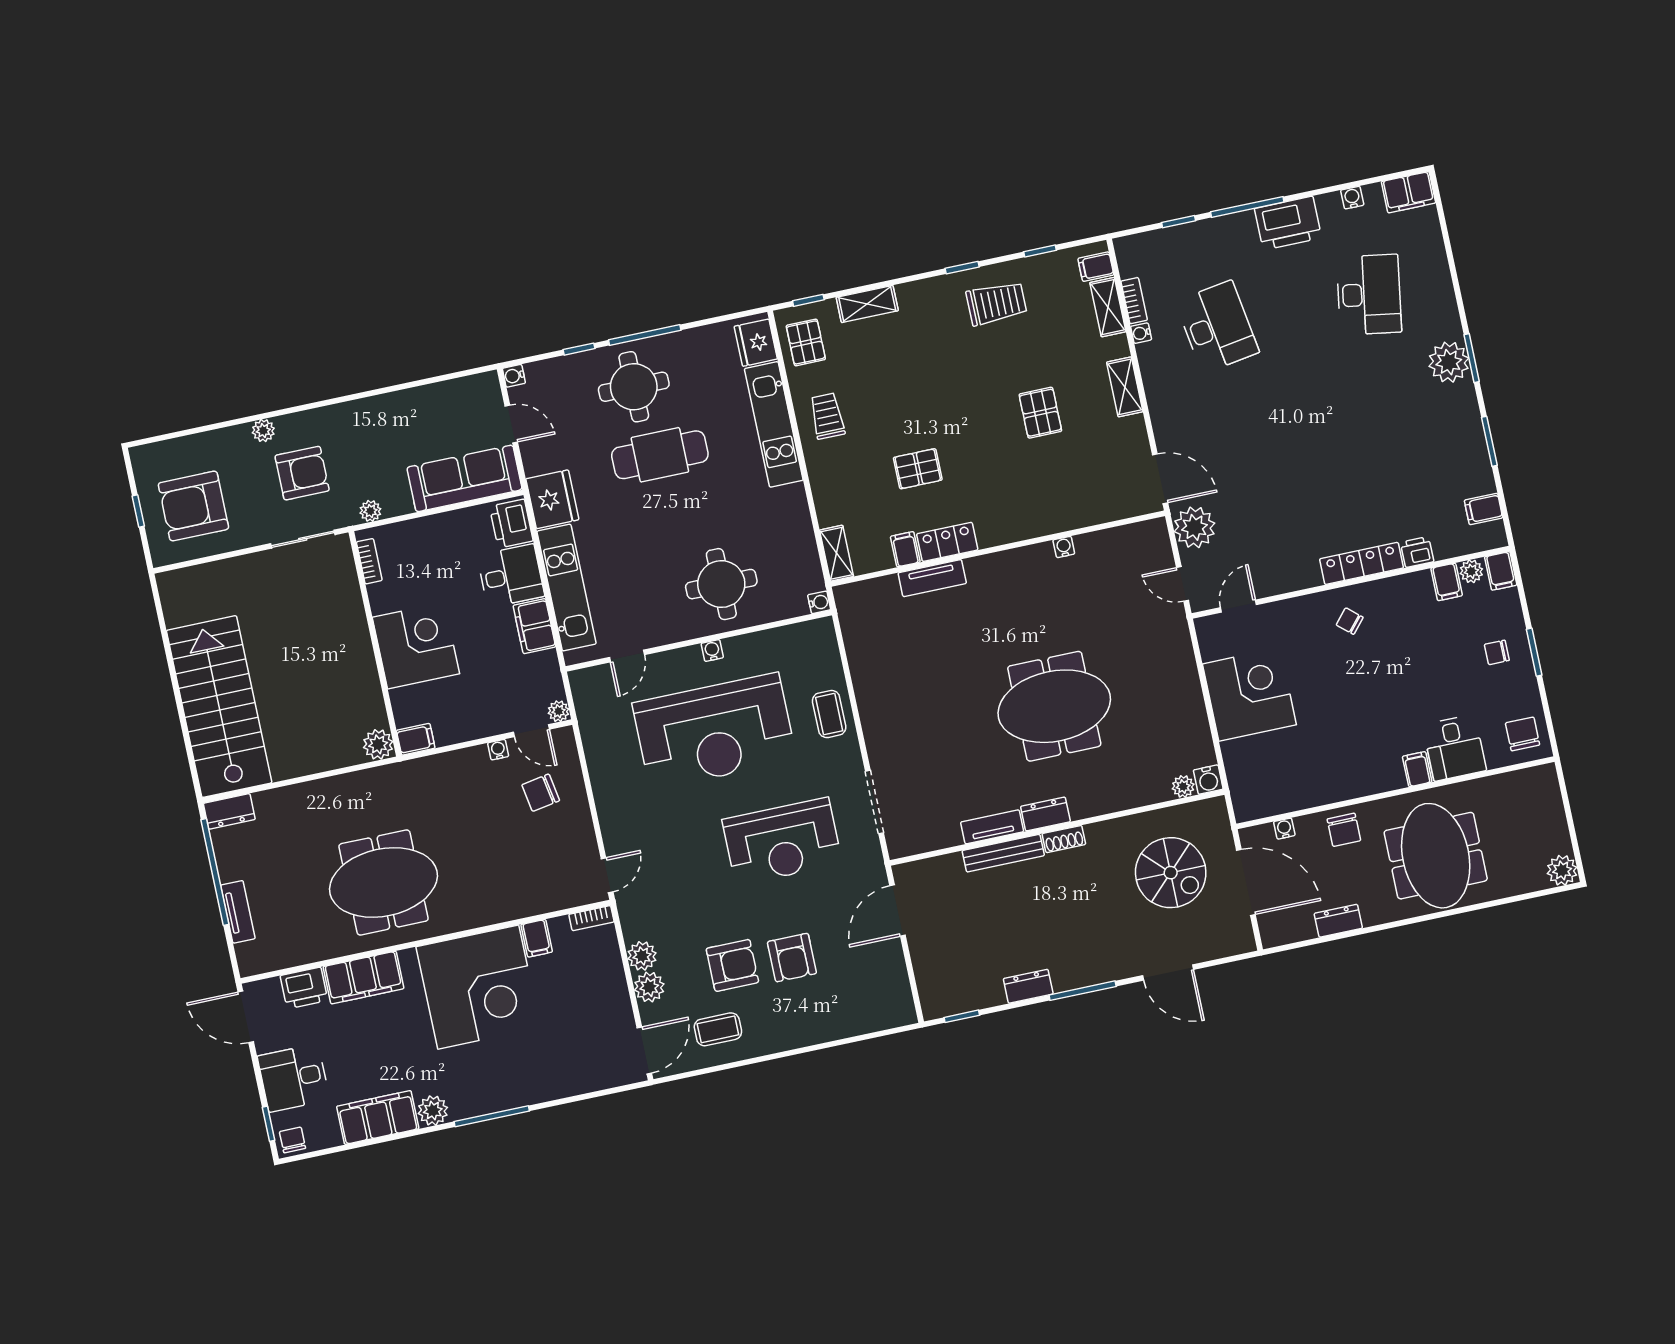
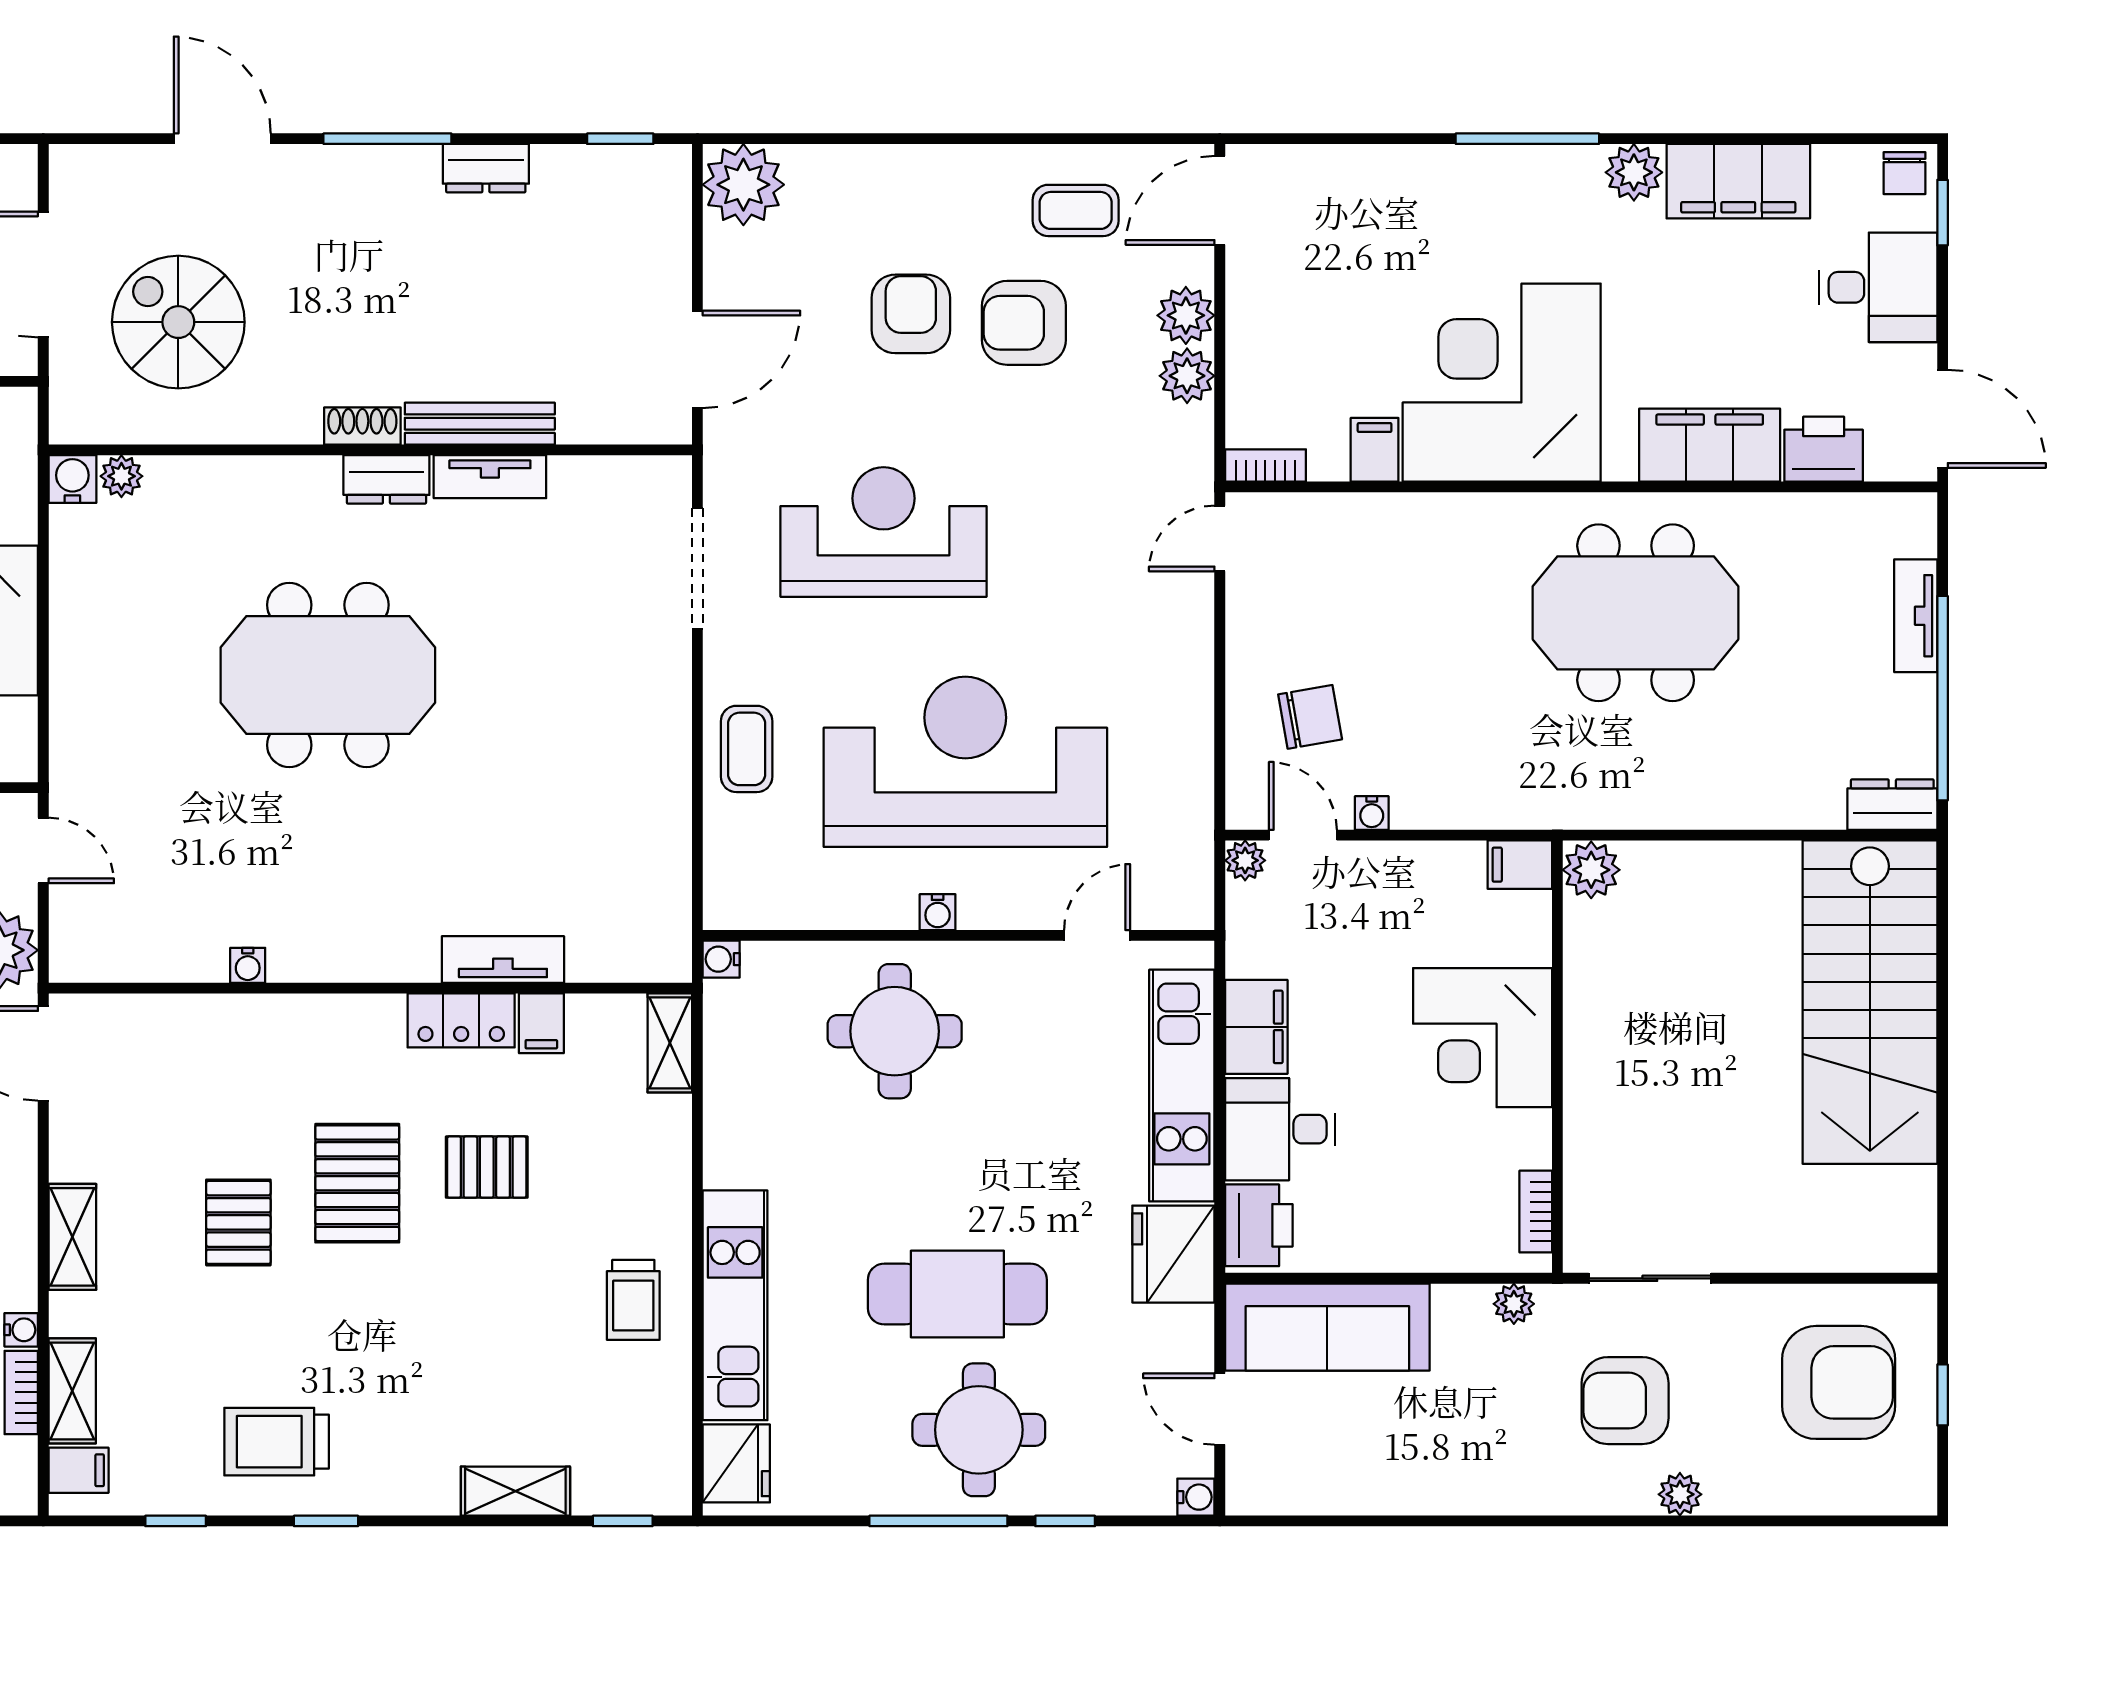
pallet: (806, 342) -> (357, 1183), moved, width x1.50, depth x1.42
plant: (893, 1006) -> (743, 185), added

